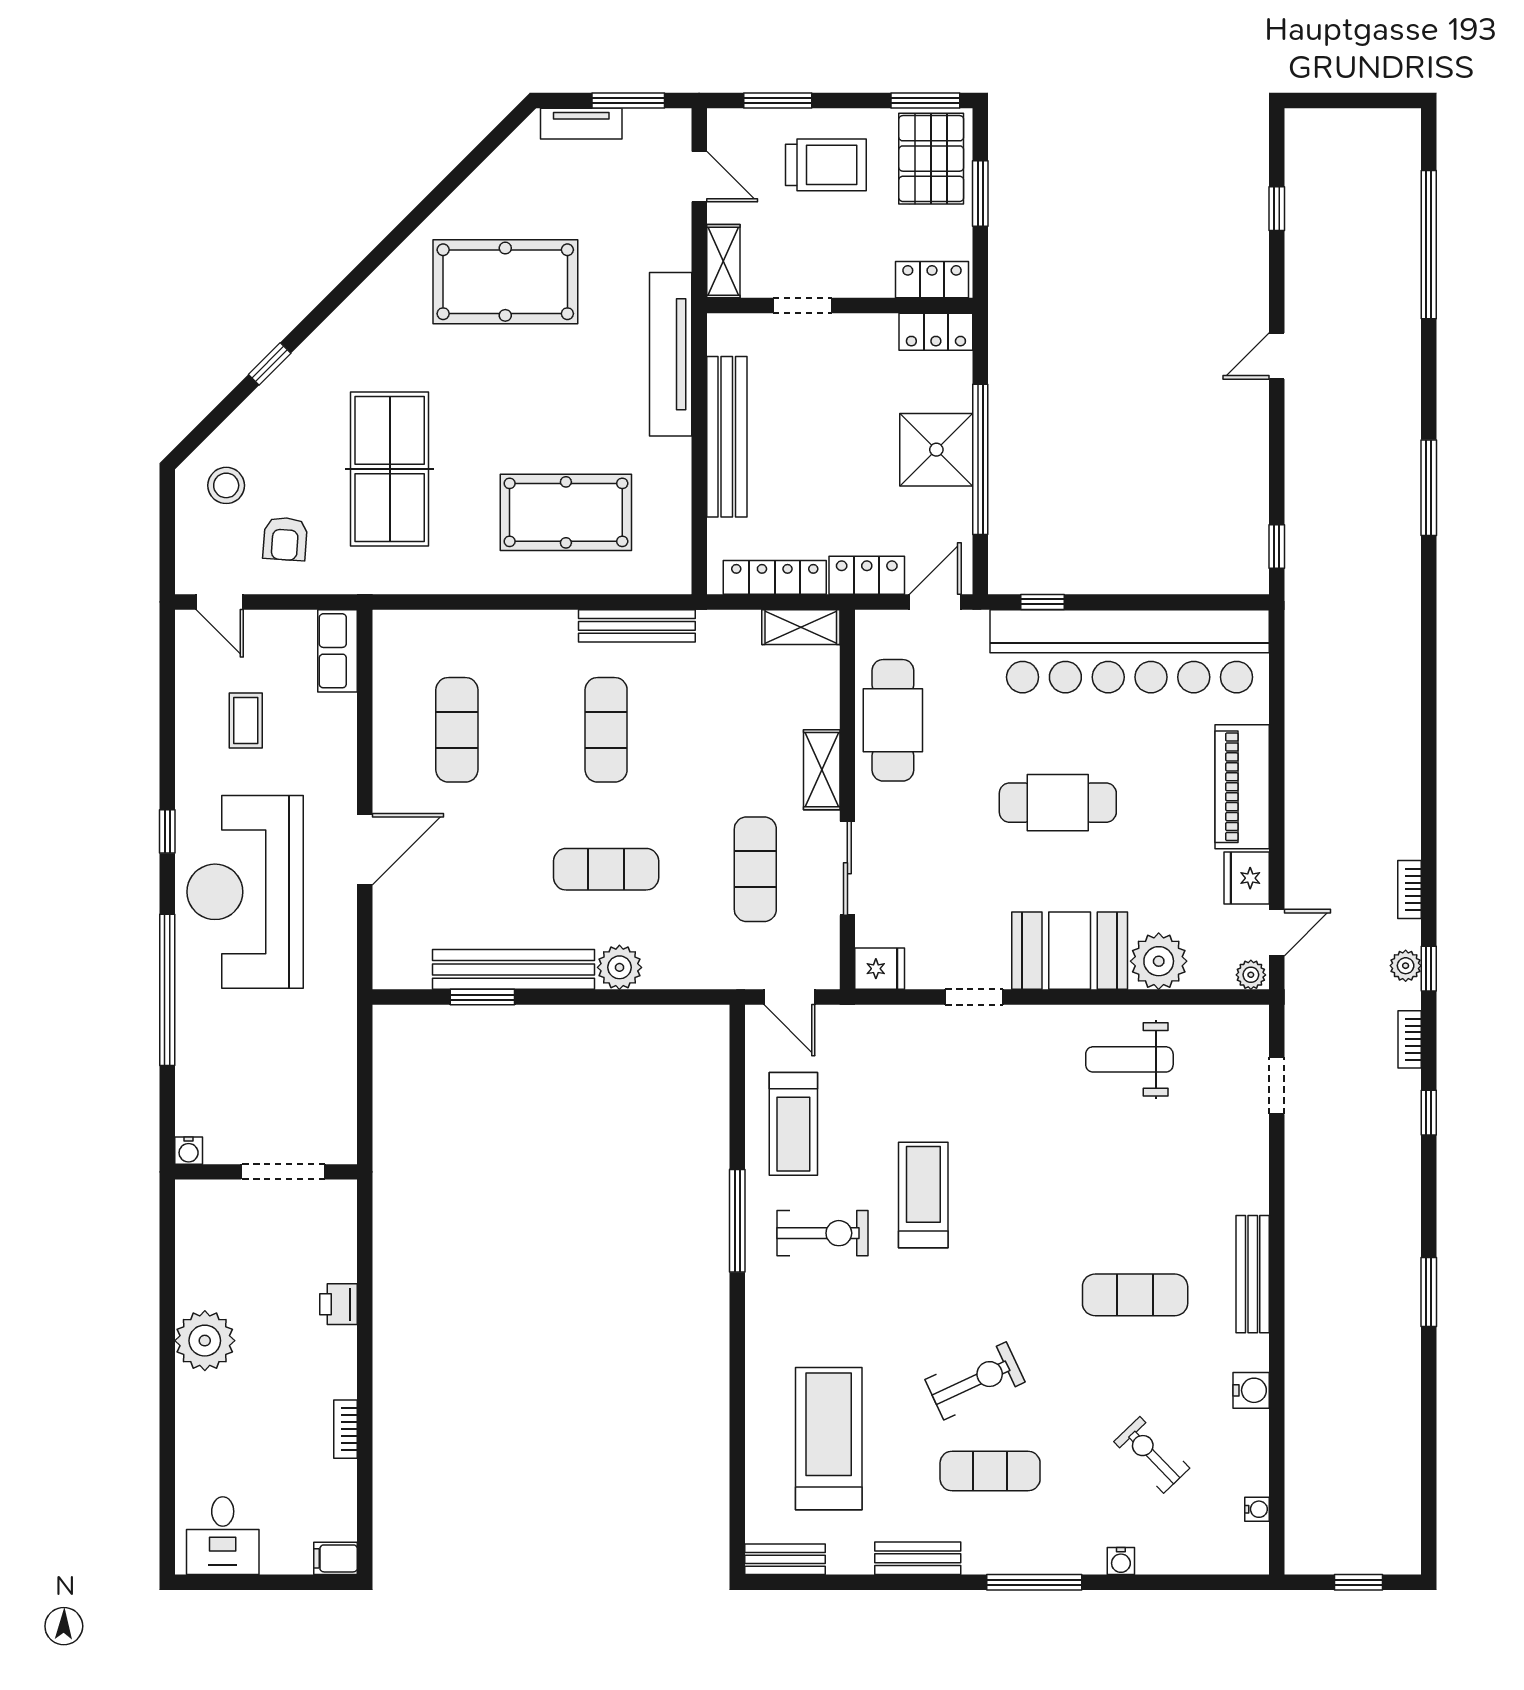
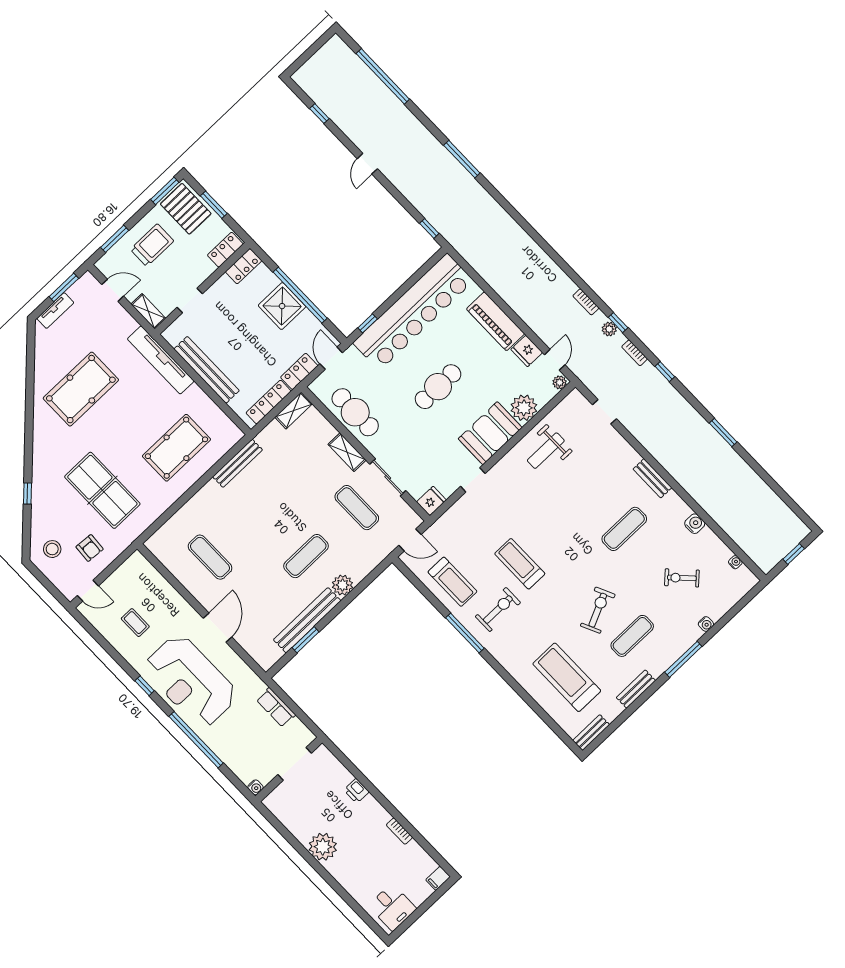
row of seats: (337, 651) -> (276, 707), moved
exercise mat: (606, 730) -> (261, 509), removed
bench: (1253, 1274) -> (652, 478), width x0.73

